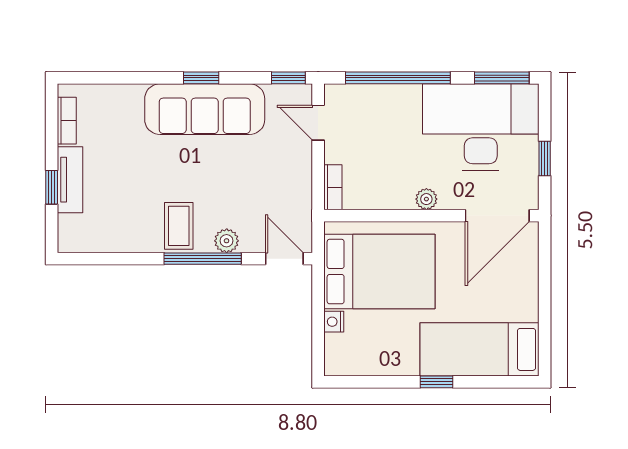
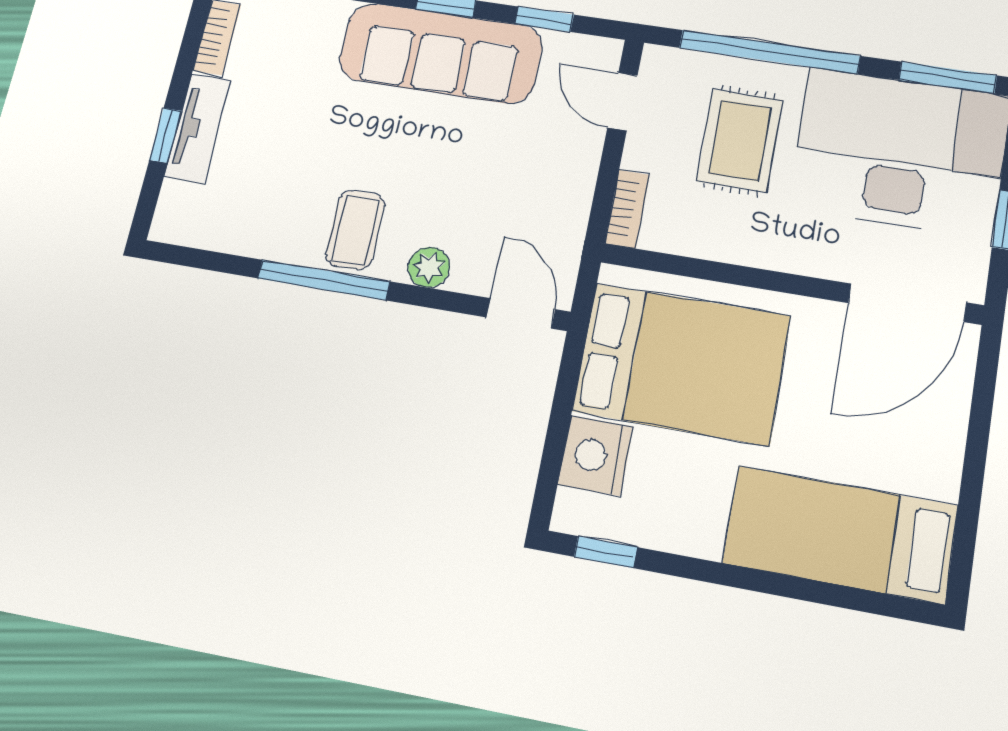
window: (288, 78) -> (544, 19), moved
rug: (390, 135) -> (740, 140), added
plant: (426, 199) -> (785, 254), removed
window: (203, 259) -> (324, 280), moved
nightstand: (334, 322) -> (595, 456), width x1.89, depth x1.79
window: (436, 382) -> (606, 552), moved

